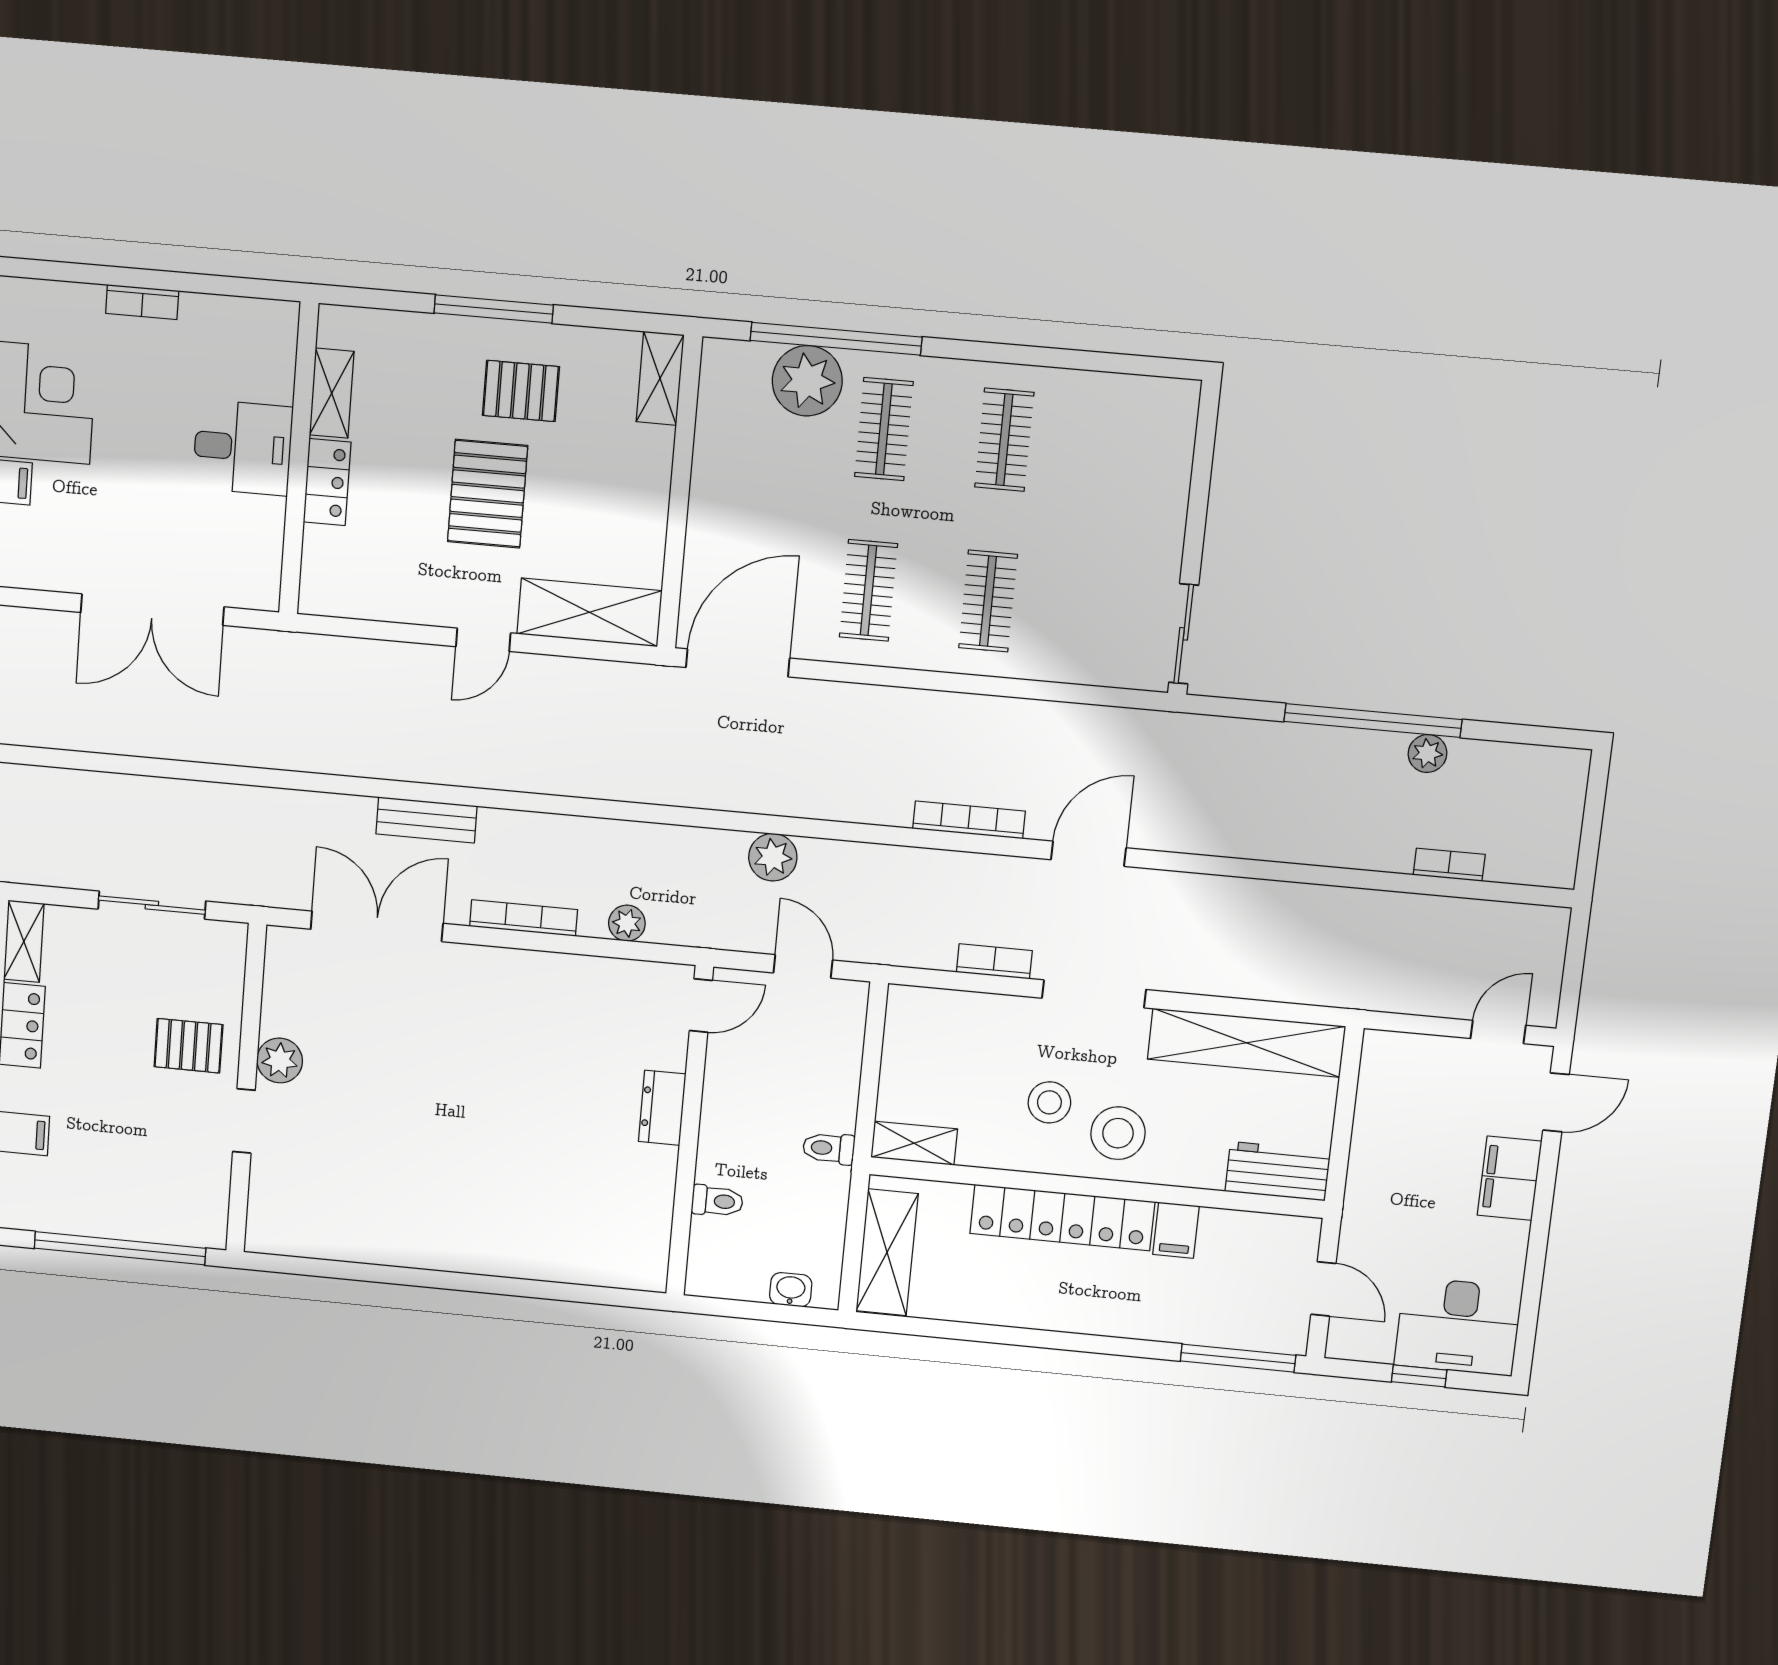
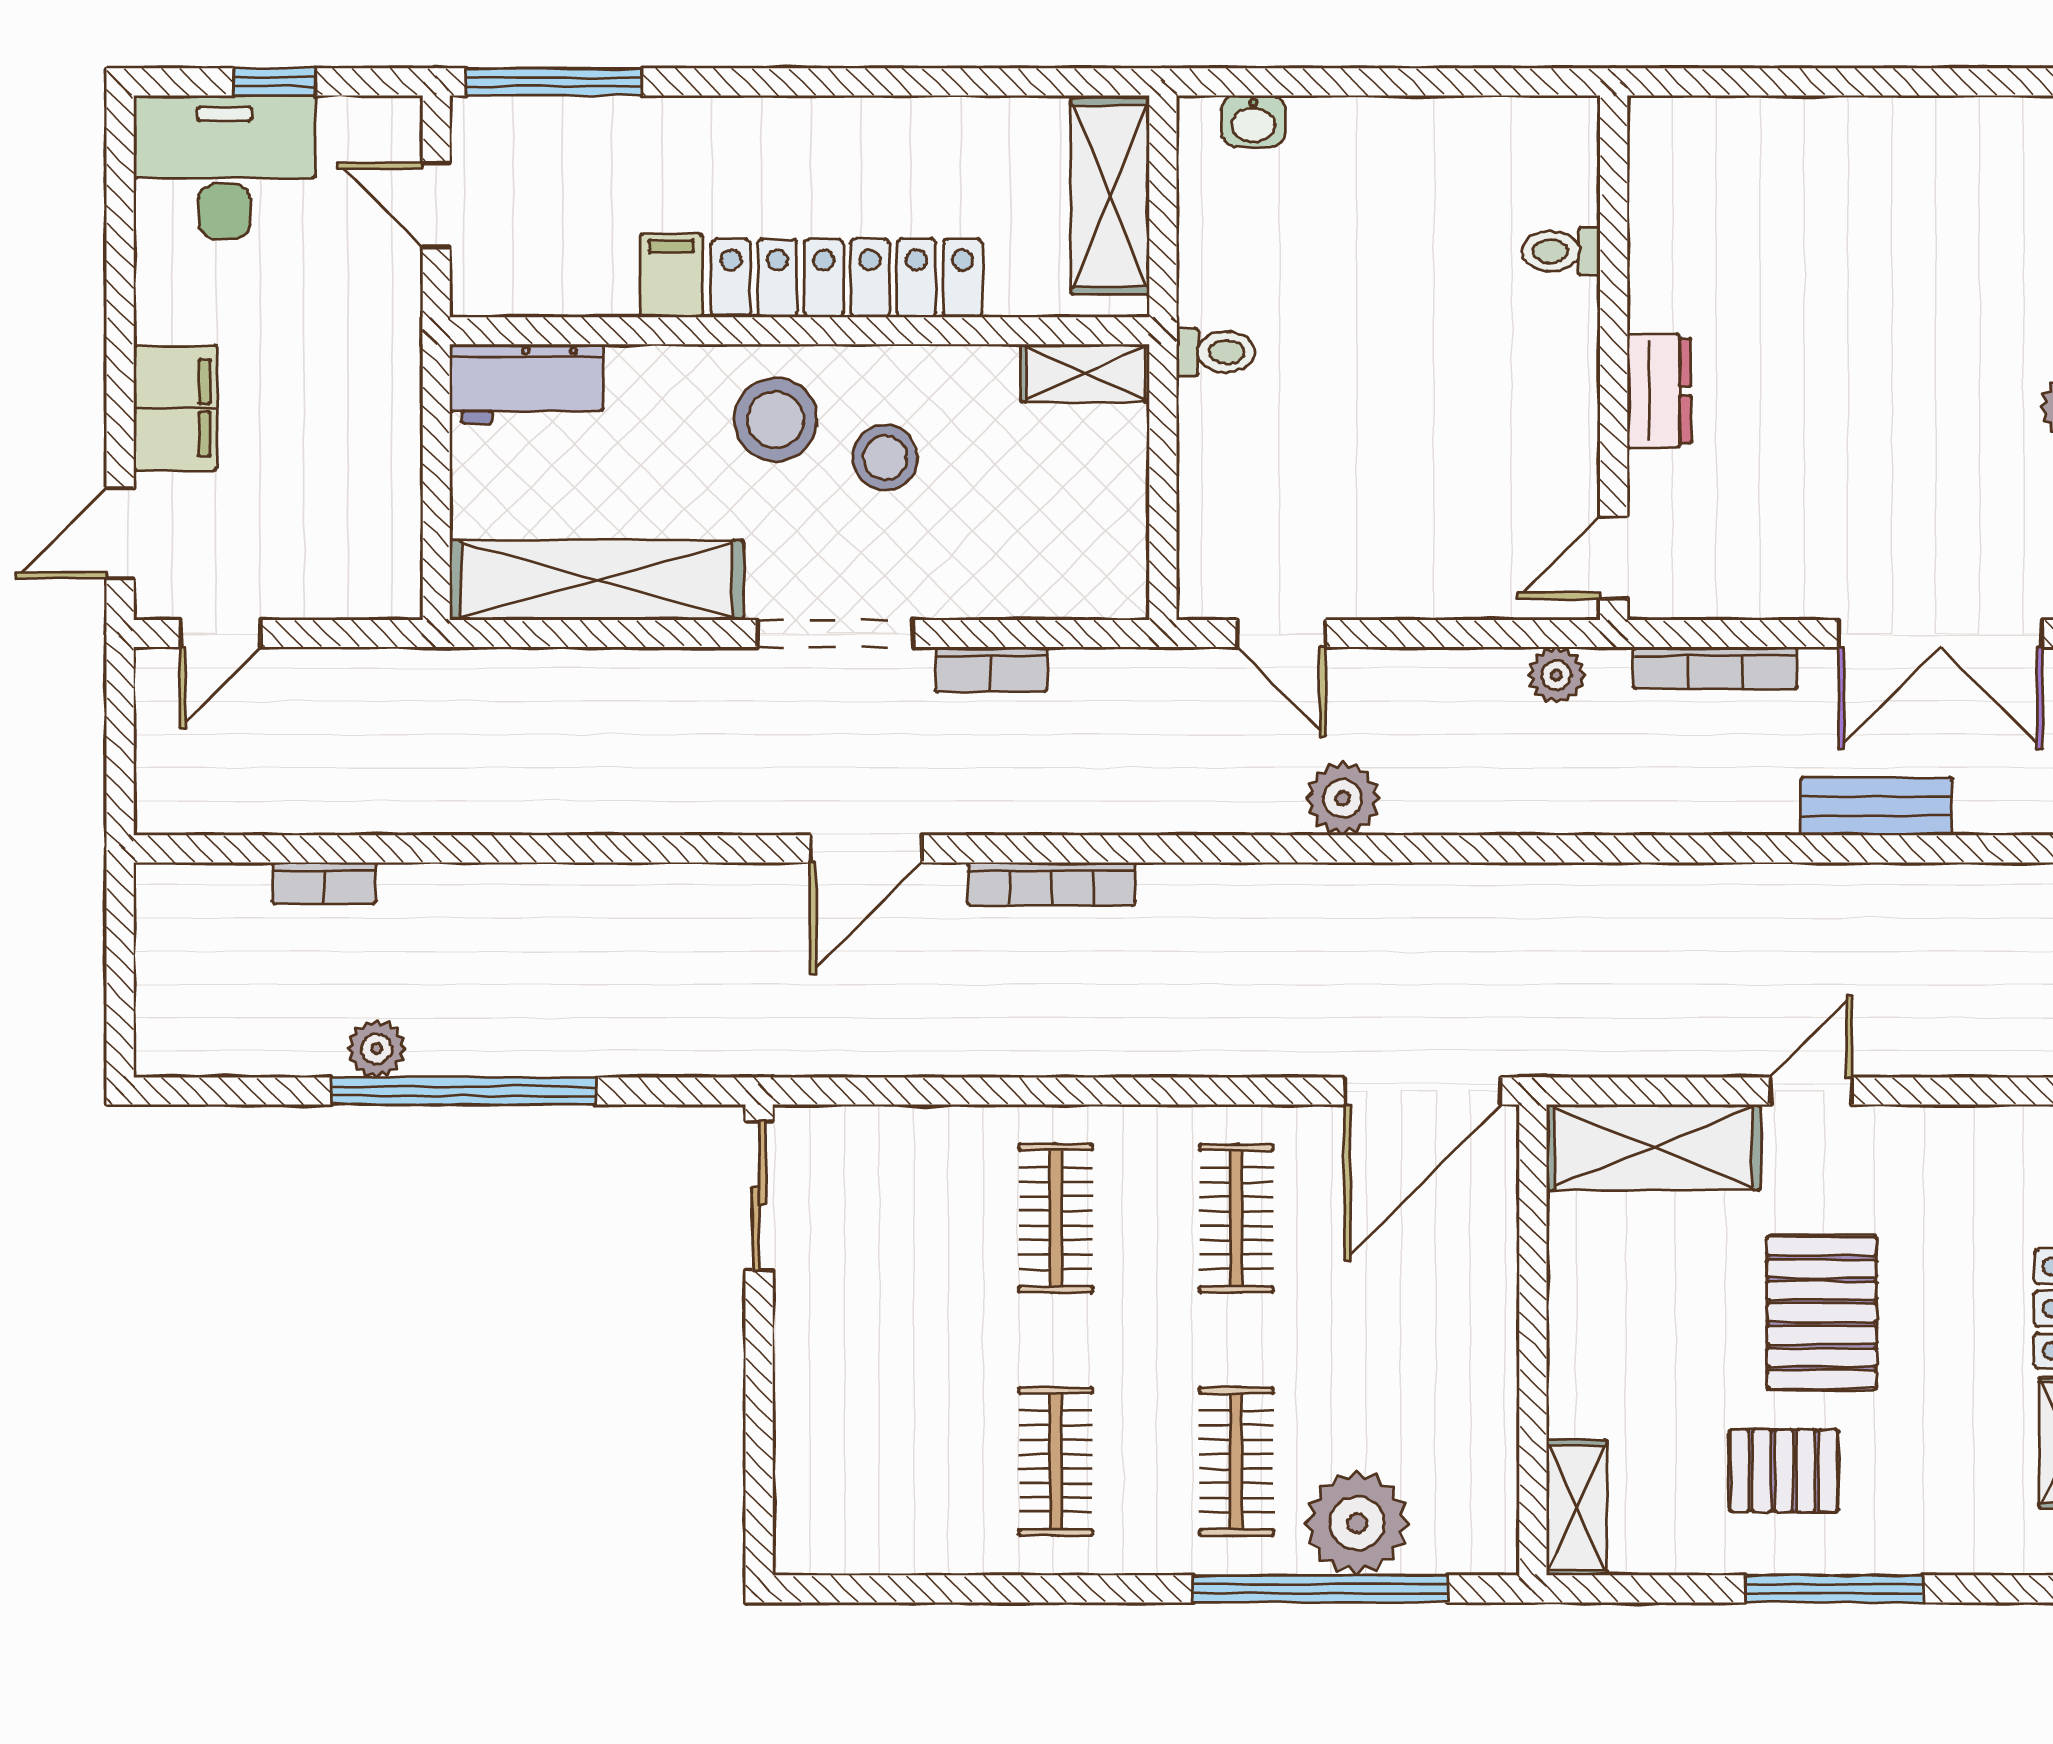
door: (701, 1006) -> (1614, 557), moved
dresser: (662, 1108) -> (1659, 391), moved
wall: (690, 1131) -> (1614, 358), moved
toilet: (717, 1201) -> (1561, 251), moved

